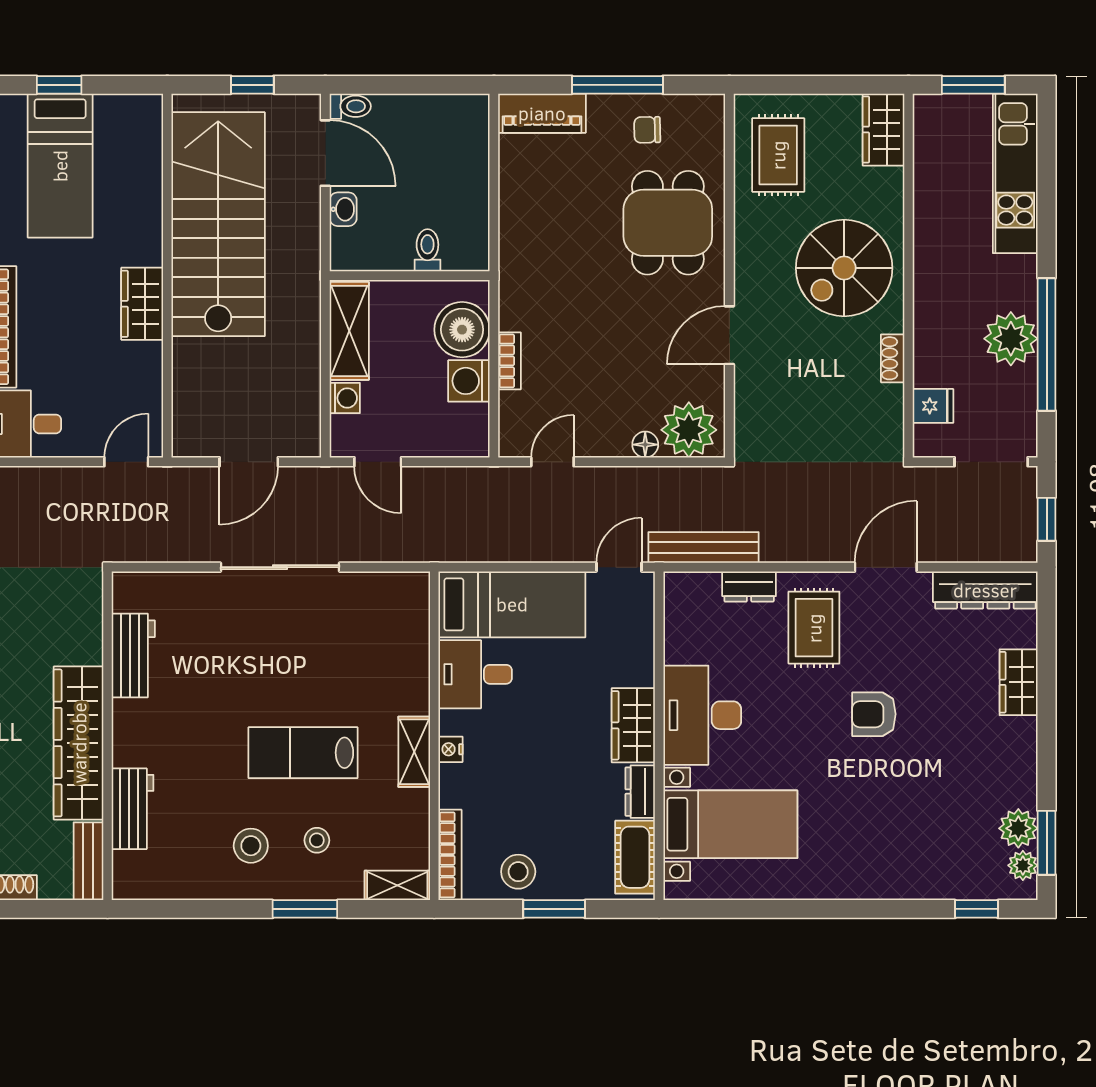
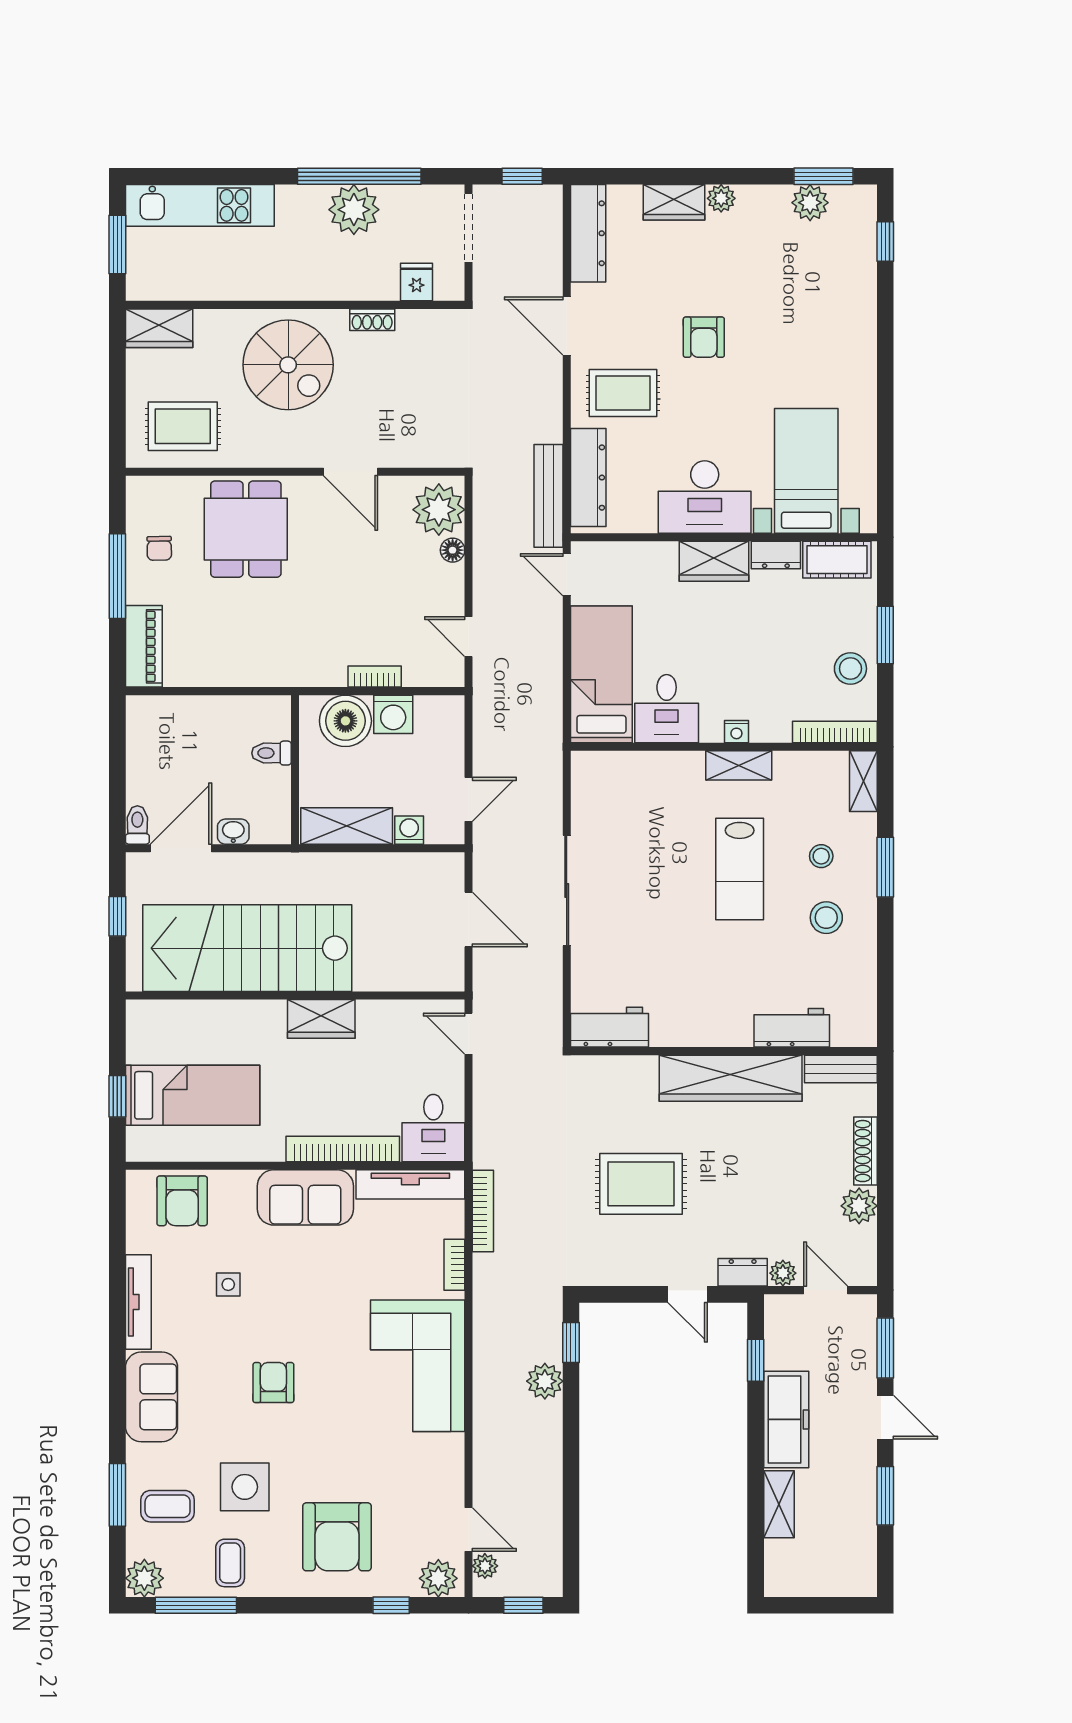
dining table: (668, 223) -> (246, 529), turned 90
dresser: (749, 586) -> (588, 478), width x1.96, depth x1.24
workbench: (133, 655) -> (610, 1027), moved
plant: (1023, 865) -> (721, 198), moved

